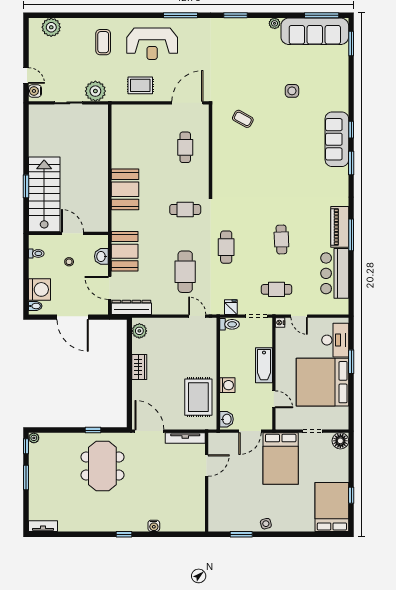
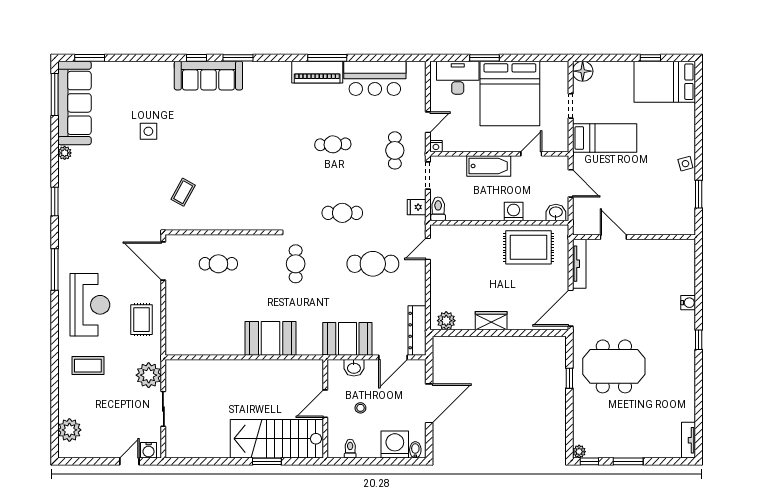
bed: (281, 459) -> (605, 138), width x0.67

